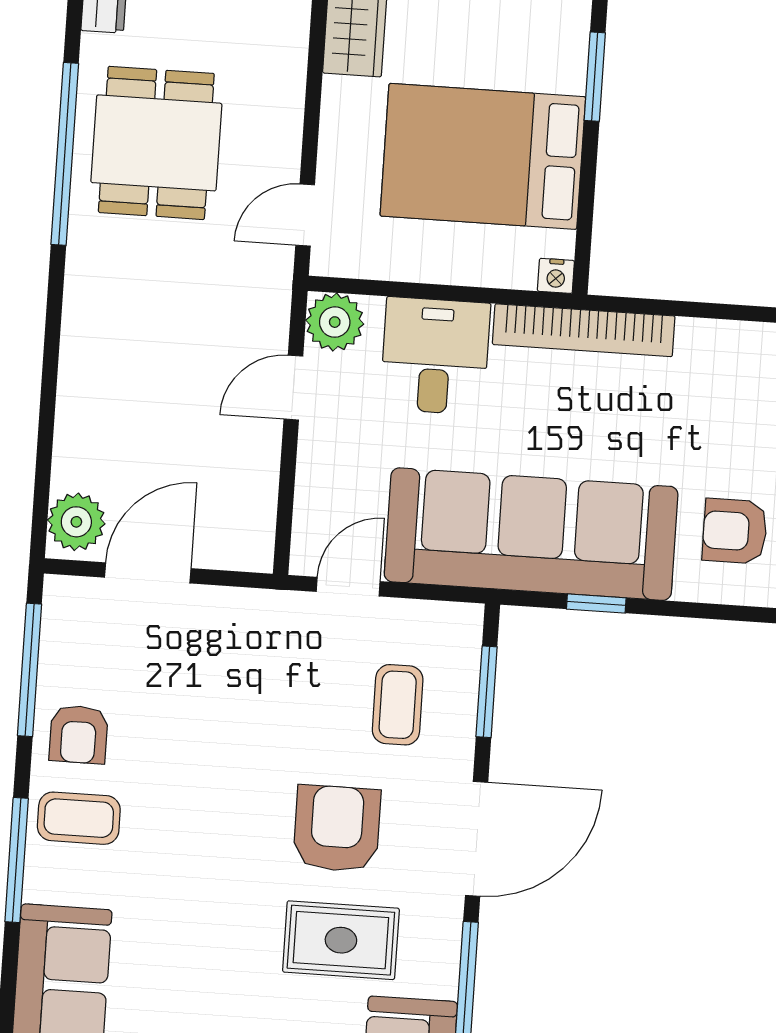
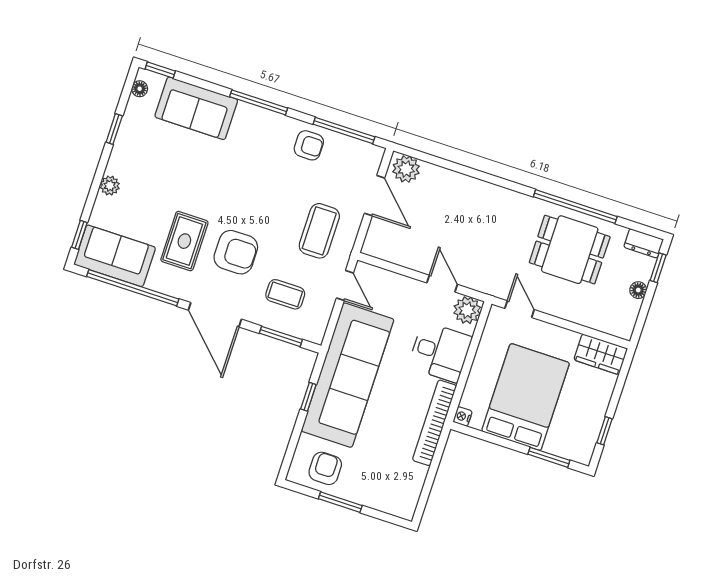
armchair: (79, 734) -> (309, 145), turned 180
coffee table: (79, 818) -> (319, 231), moved, width x1.36, depth x1.30

